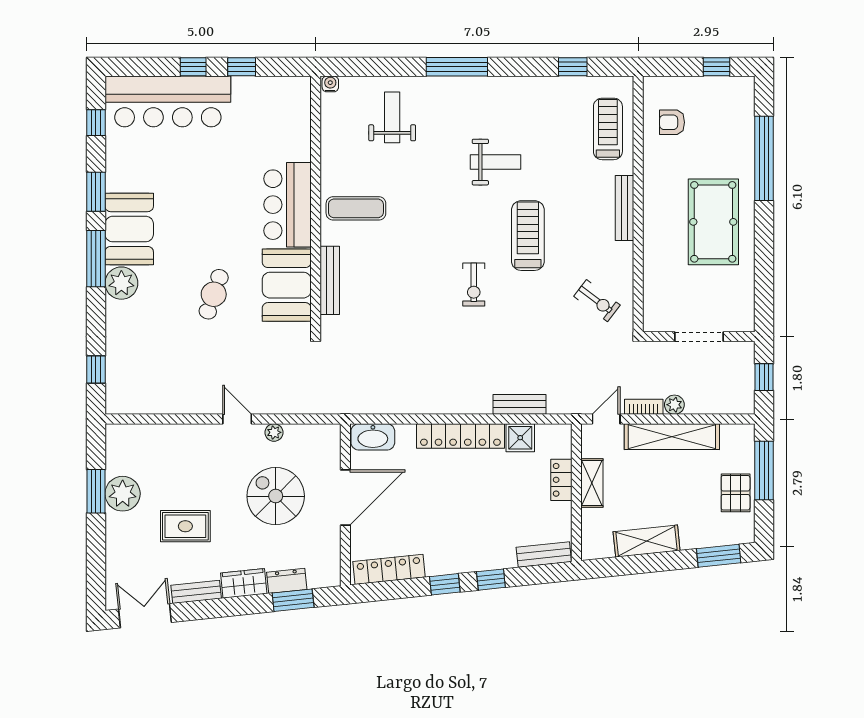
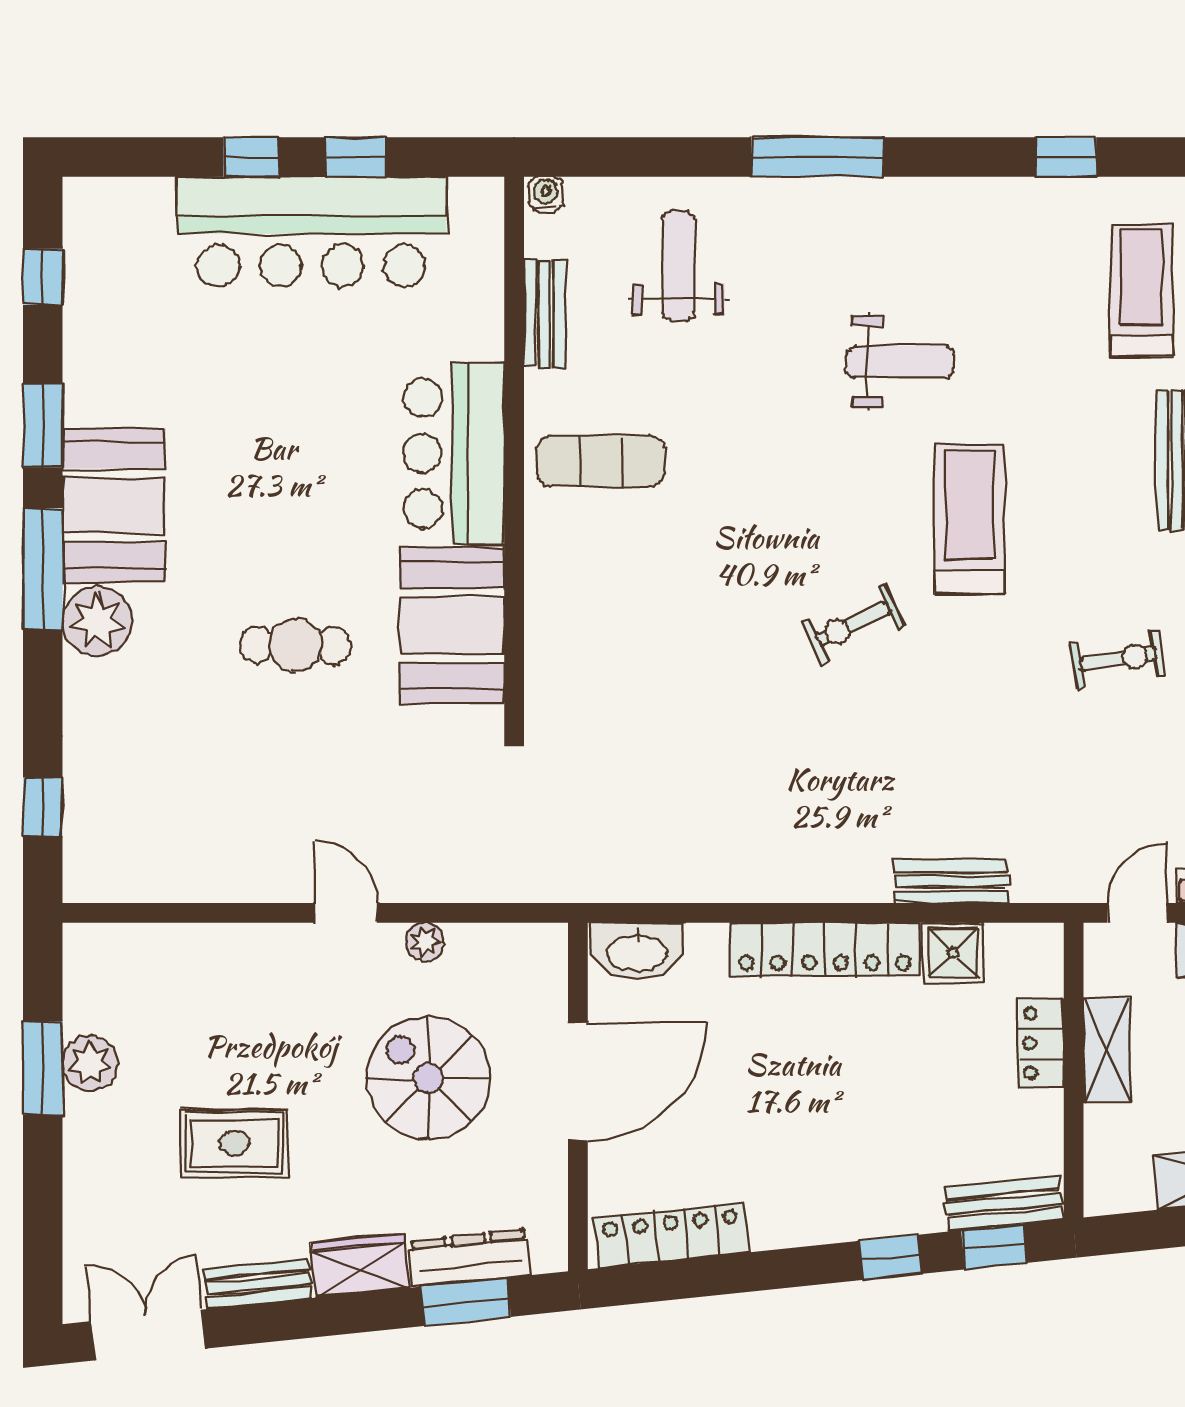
bar counter: (168, 101) -> (312, 231), moved
bench: (330, 280) -> (544, 313), moved, width x0.73
exercise bike: (474, 284) -> (853, 624), turned 65
cafe table: (214, 294) -> (295, 645), turned 72
exercise bike: (597, 301) -> (1118, 659), turned -46
plant: (123, 494) -> (90, 1063), width x0.73, depth x0.73
dresser: (287, 581) -> (470, 1258), width x1.44
window: (445, 584) -> (994, 1246), moved

